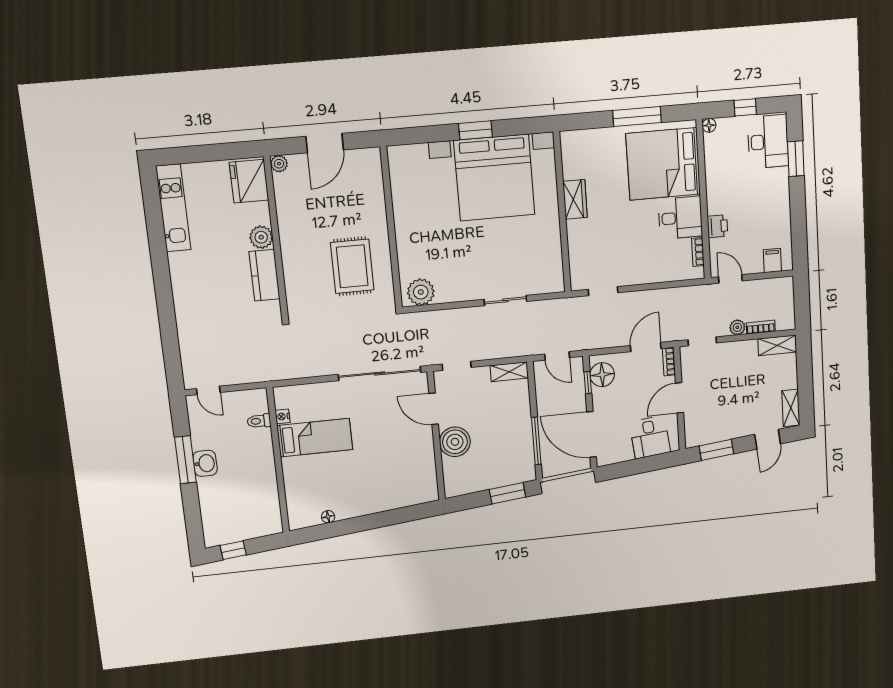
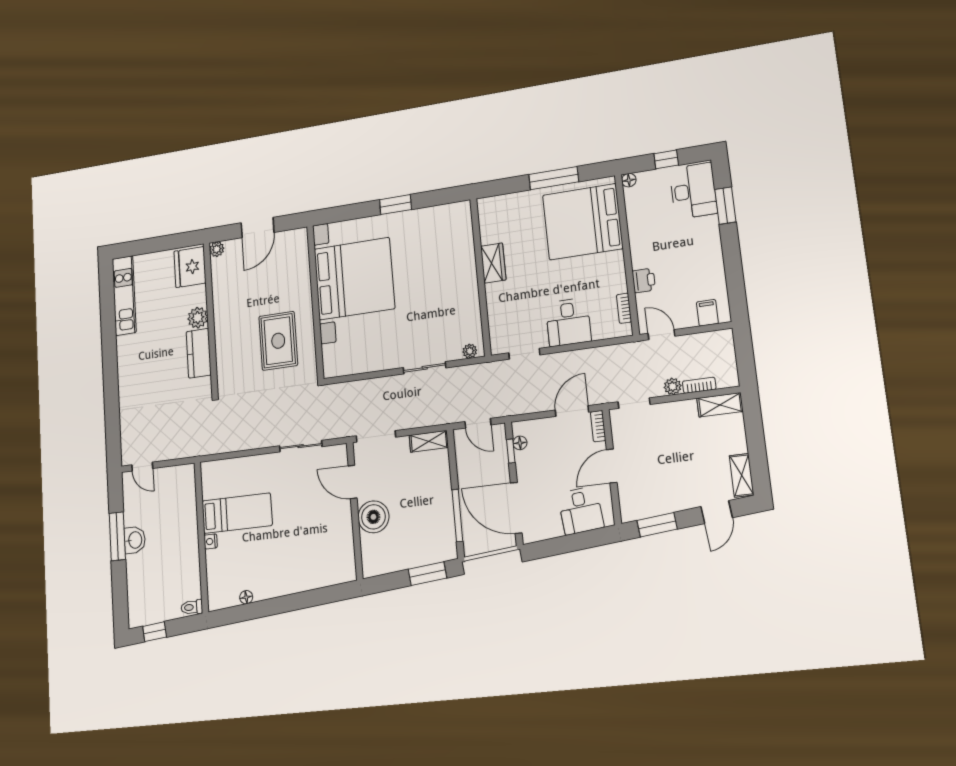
bed with nightstands: (494, 178) -> (354, 279), moved, turned -90
desk: (680, 218) -> (568, 322), moved, turned 90
plant: (421, 292) -> (470, 351), moved, width x0.53, depth x0.53
doorway: (457, 366) -> (376, 436), width x1.38
sliding door: (380, 373) -> (301, 446), width x0.54
floor lamp: (602, 375) -> (520, 443), width x0.53, depth x0.53
nightstand: (283, 416) -> (211, 541), moved
toilet: (259, 421) -> (192, 607), moved

